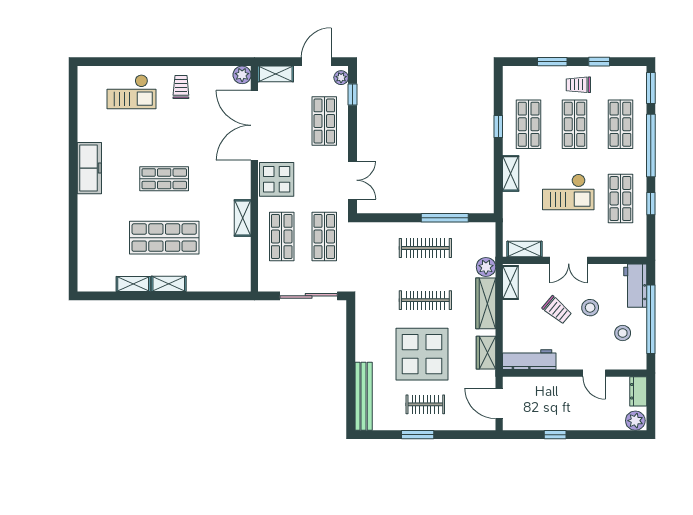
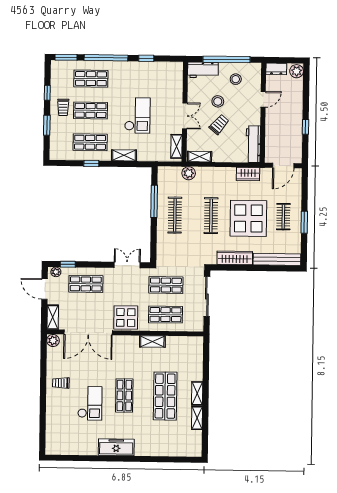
checkout: (132, 92) -> (90, 403), moved
shop shelf: (620, 199) -> (142, 79), removed
wardrobe: (486, 303) -> (235, 258), moved, turned 180

